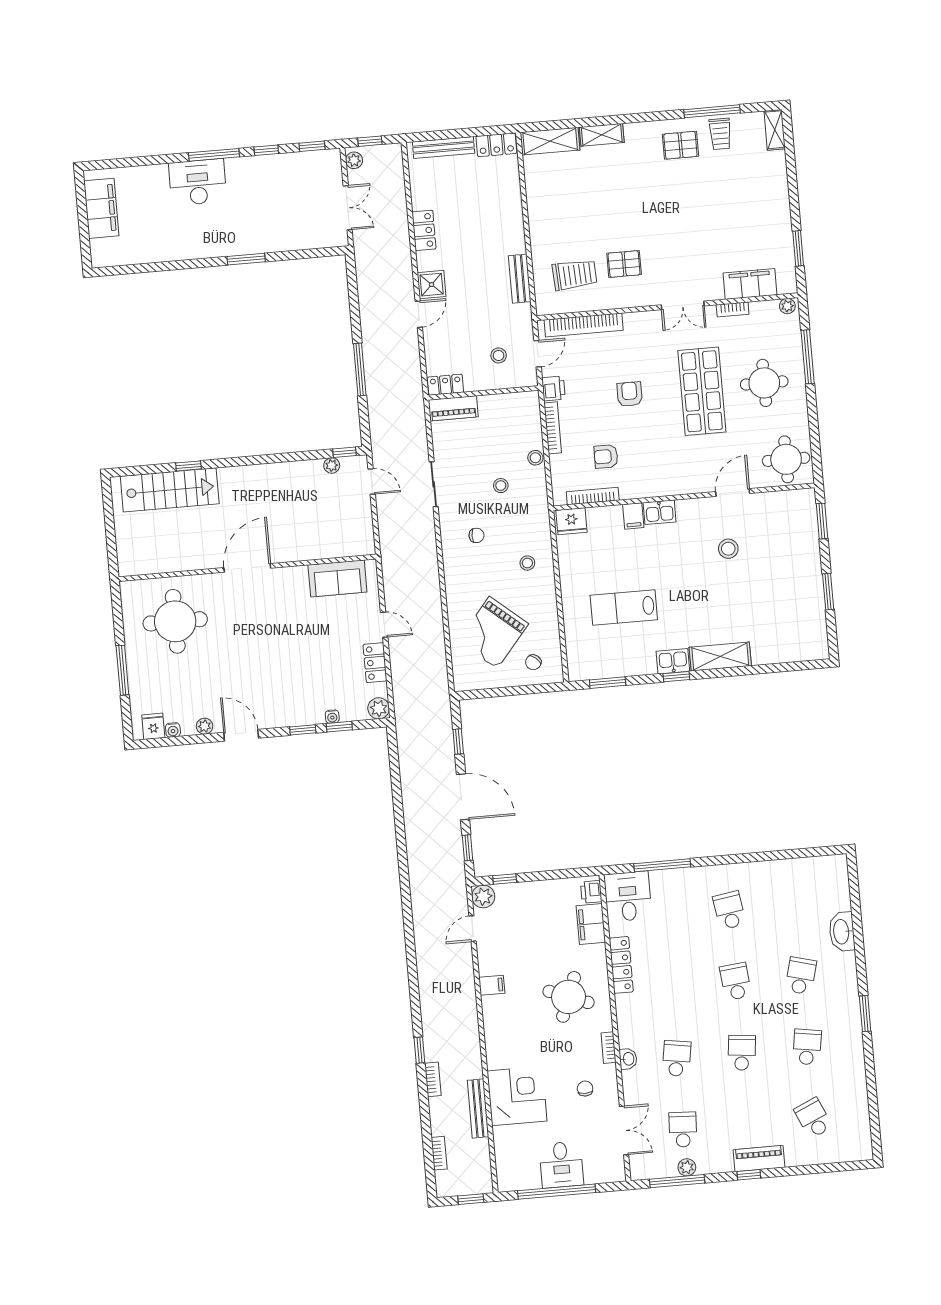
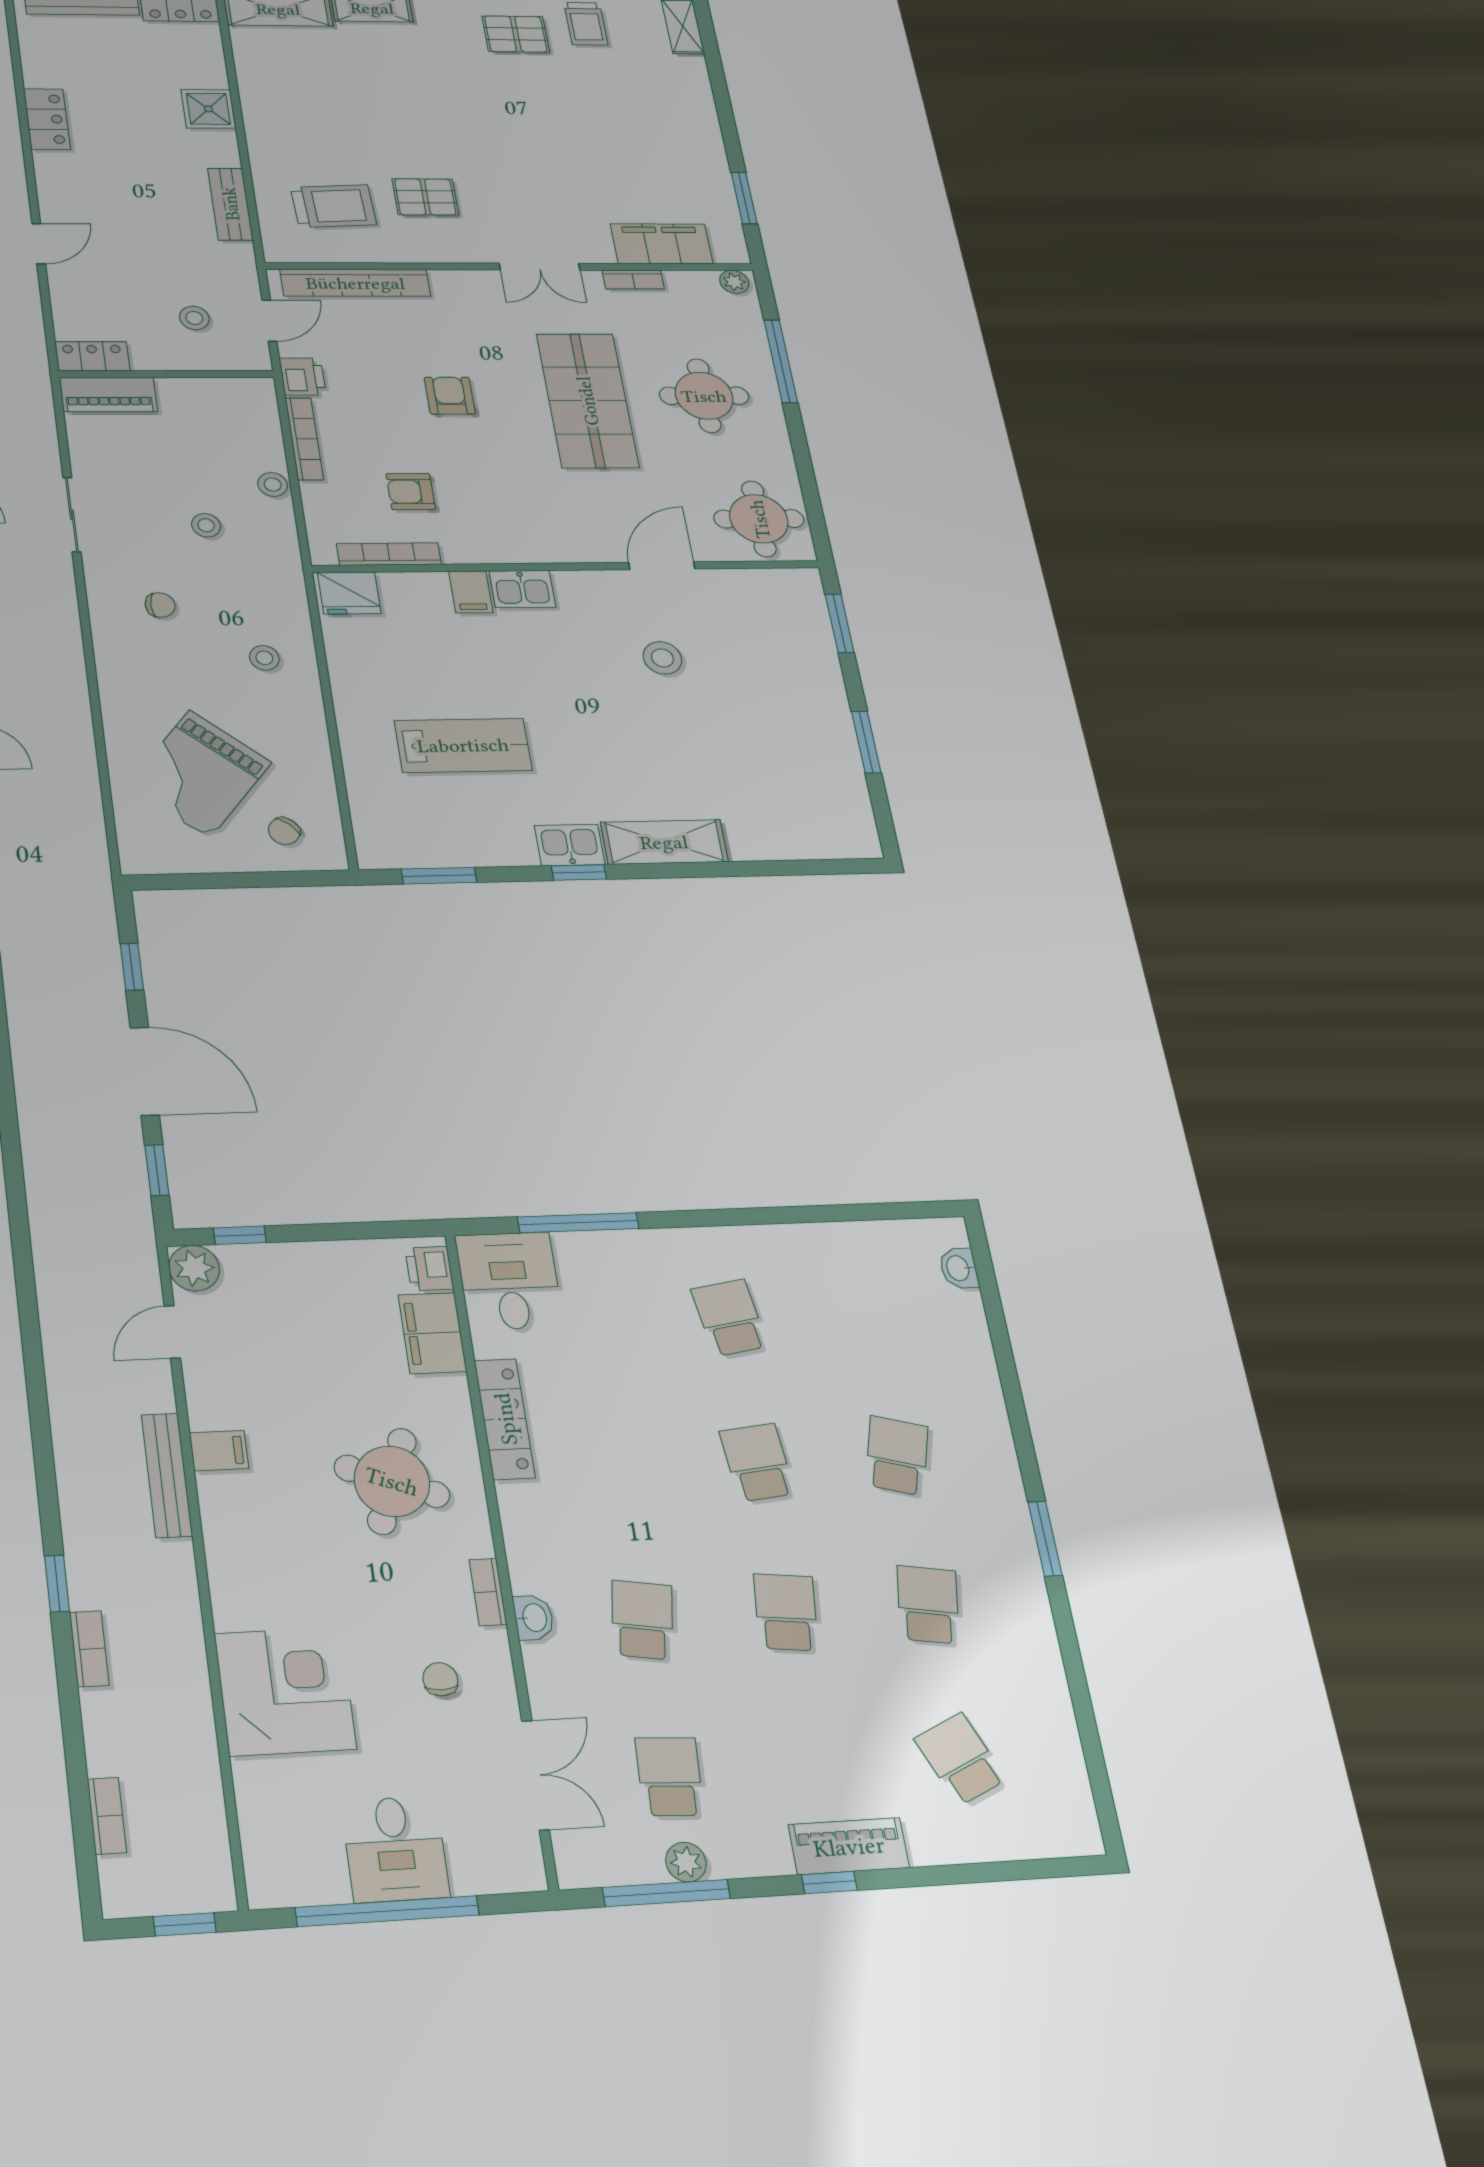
shower: (432, 285) -> (208, 109), moved
lab bench: (624, 607) -> (463, 745), turned 180
washbasin: (842, 932) -> (959, 1268), moved, width x0.52, depth x0.69
bench: (478, 1108) -> (167, 1475), moved

